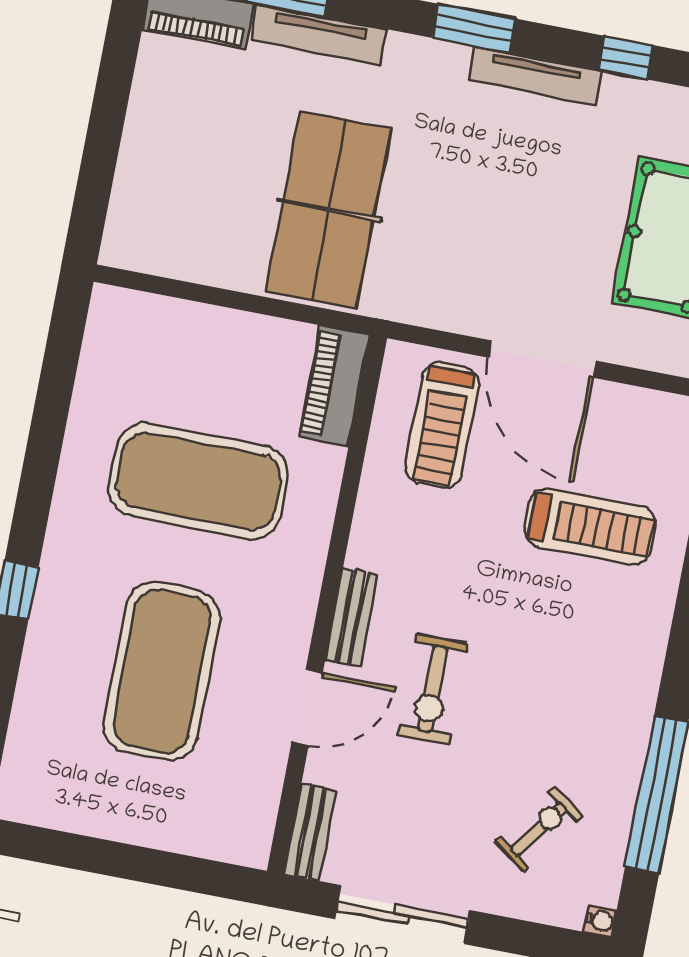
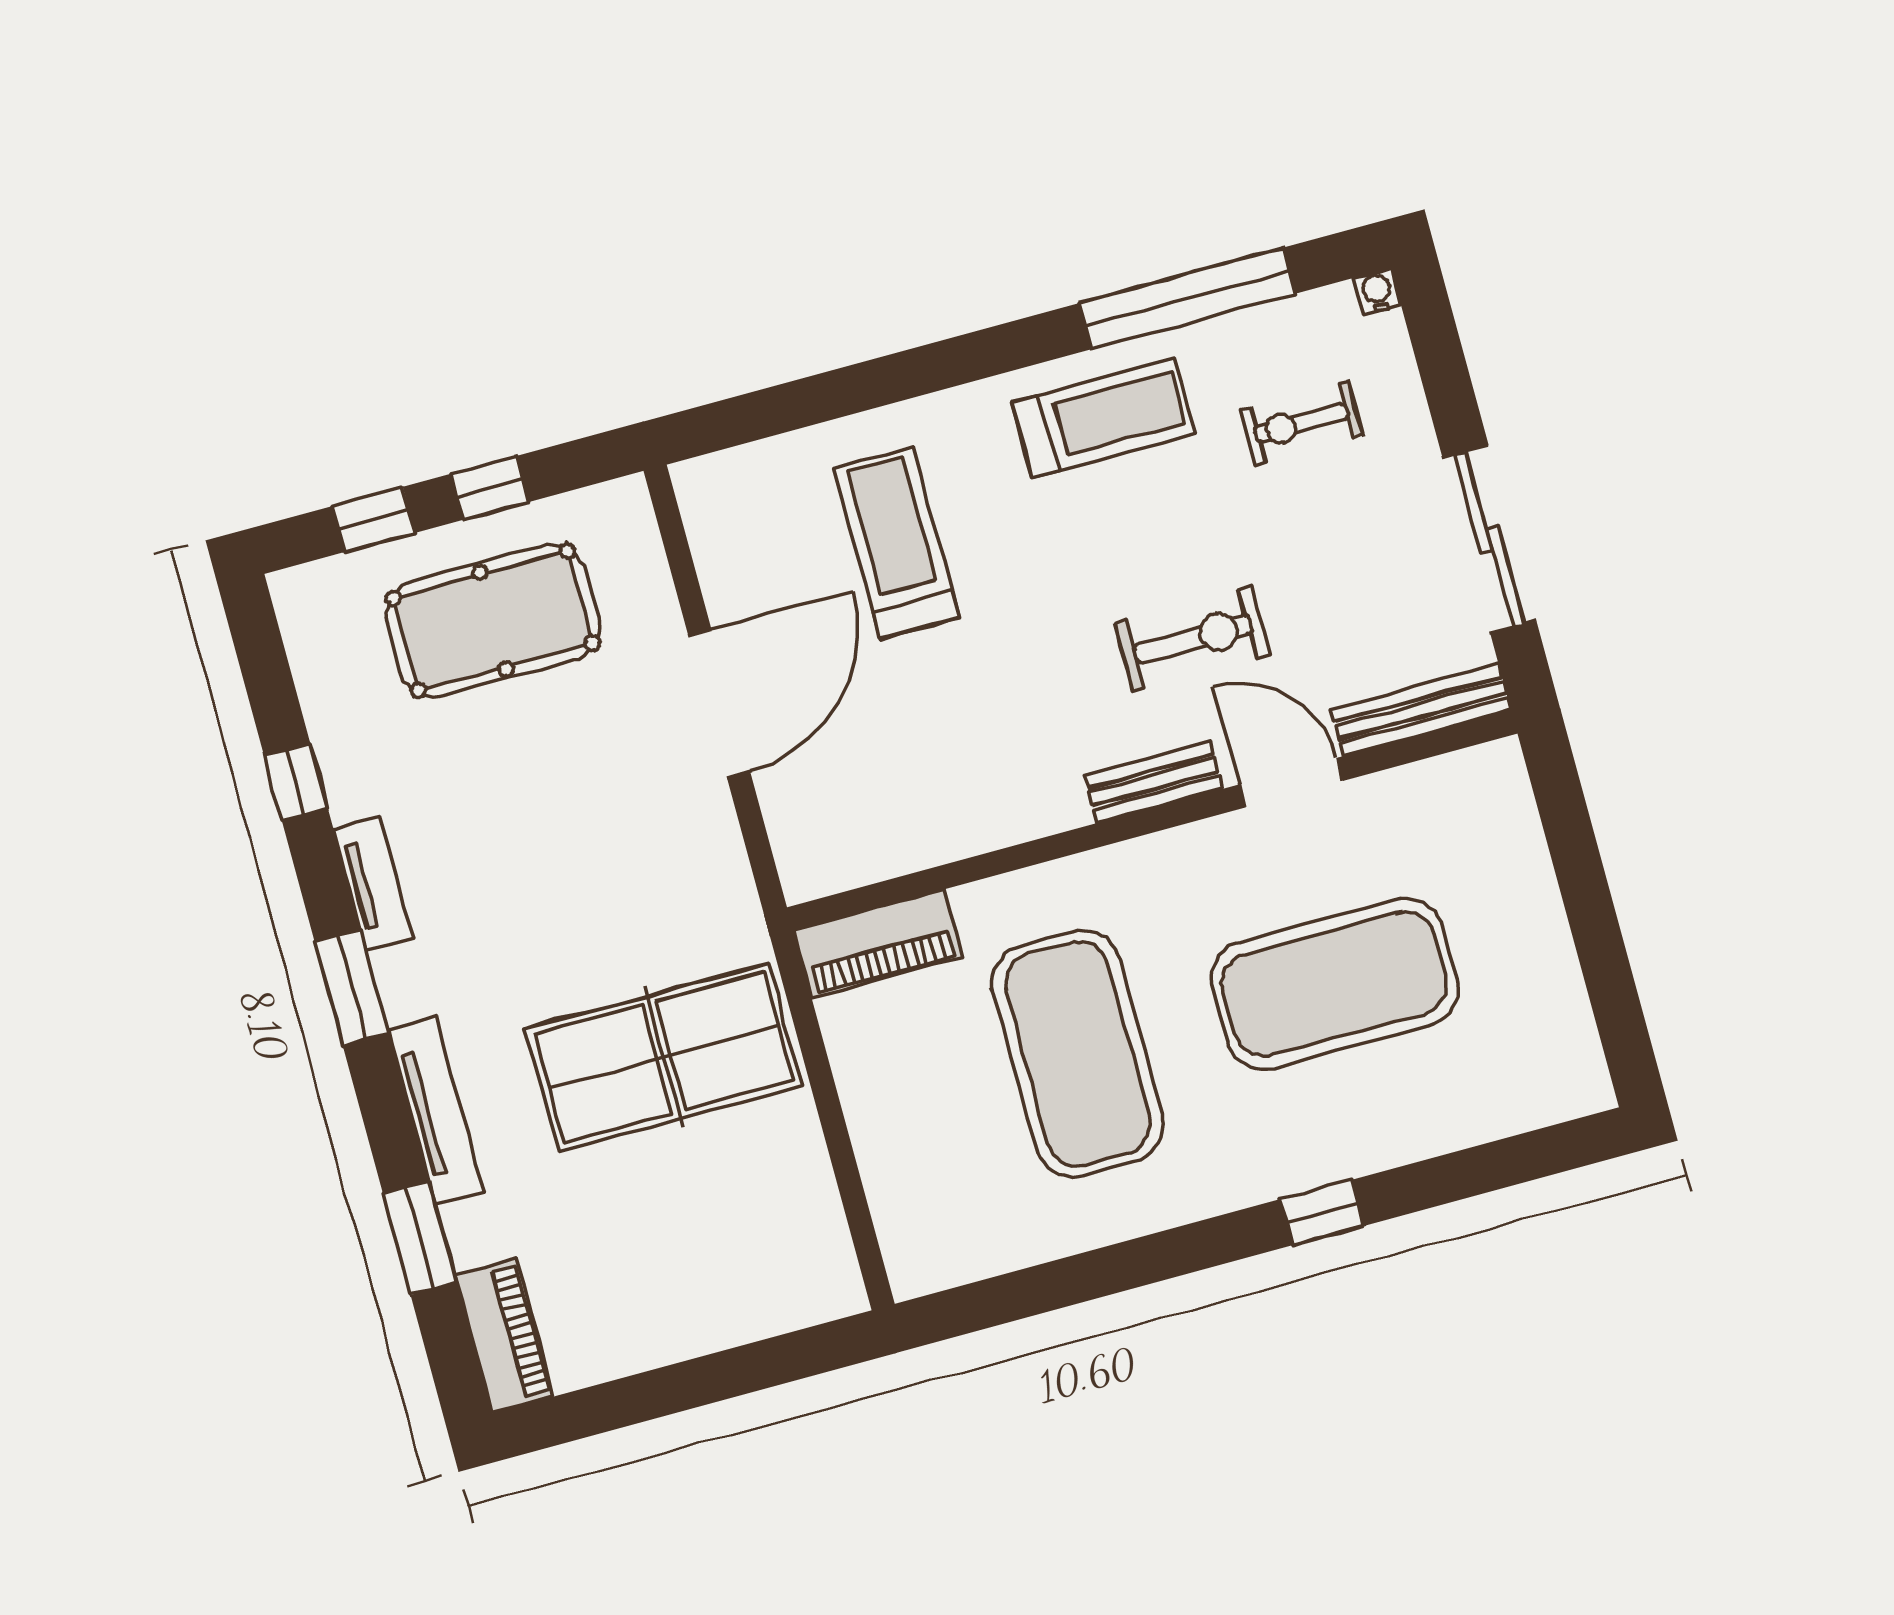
tv unit: (318, 34) -> (436, 1111), moved
tv unit: (535, 76) -> (373, 883), width x0.71
treadmill: (442, 425) -> (1104, 418), moved
exercise bike: (539, 829) -> (1301, 423), turned -36
bench: (310, 832) -> (1421, 710), width x1.36

